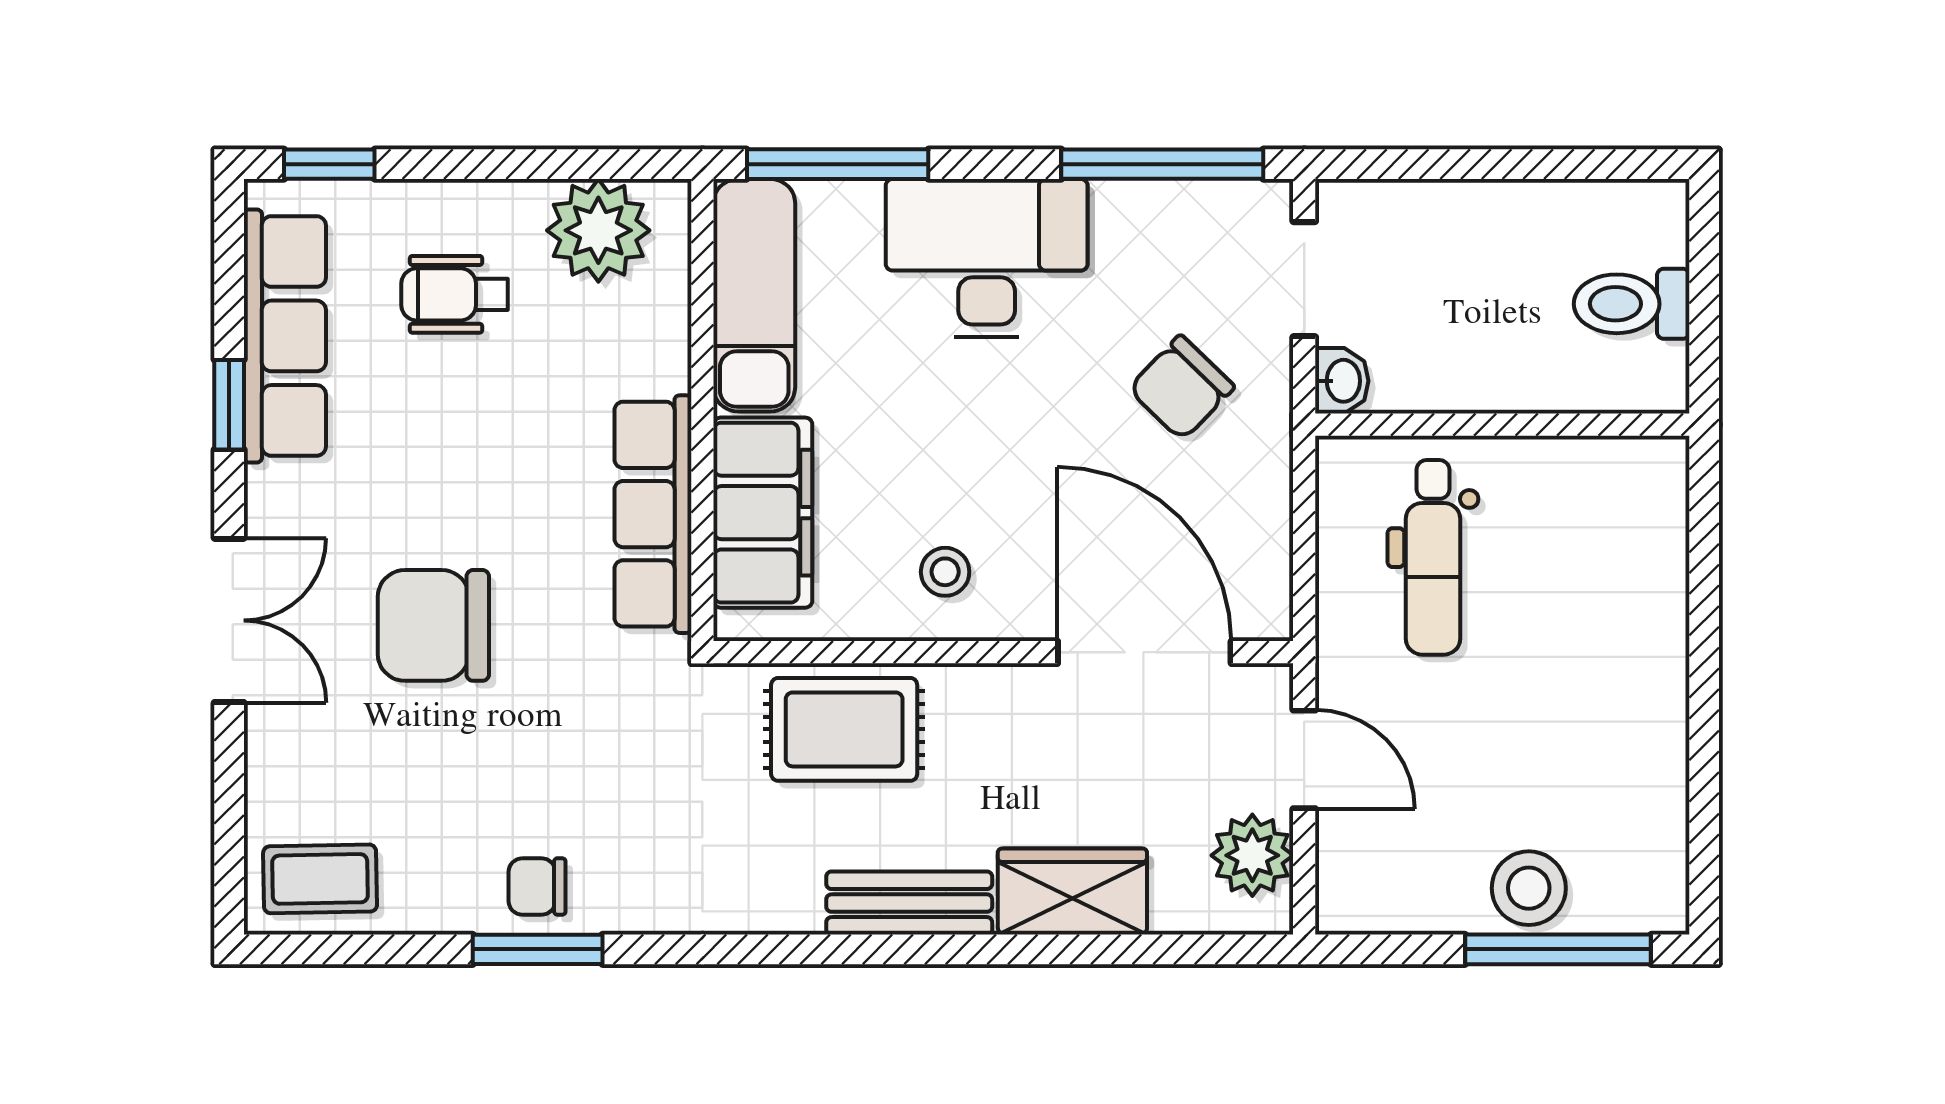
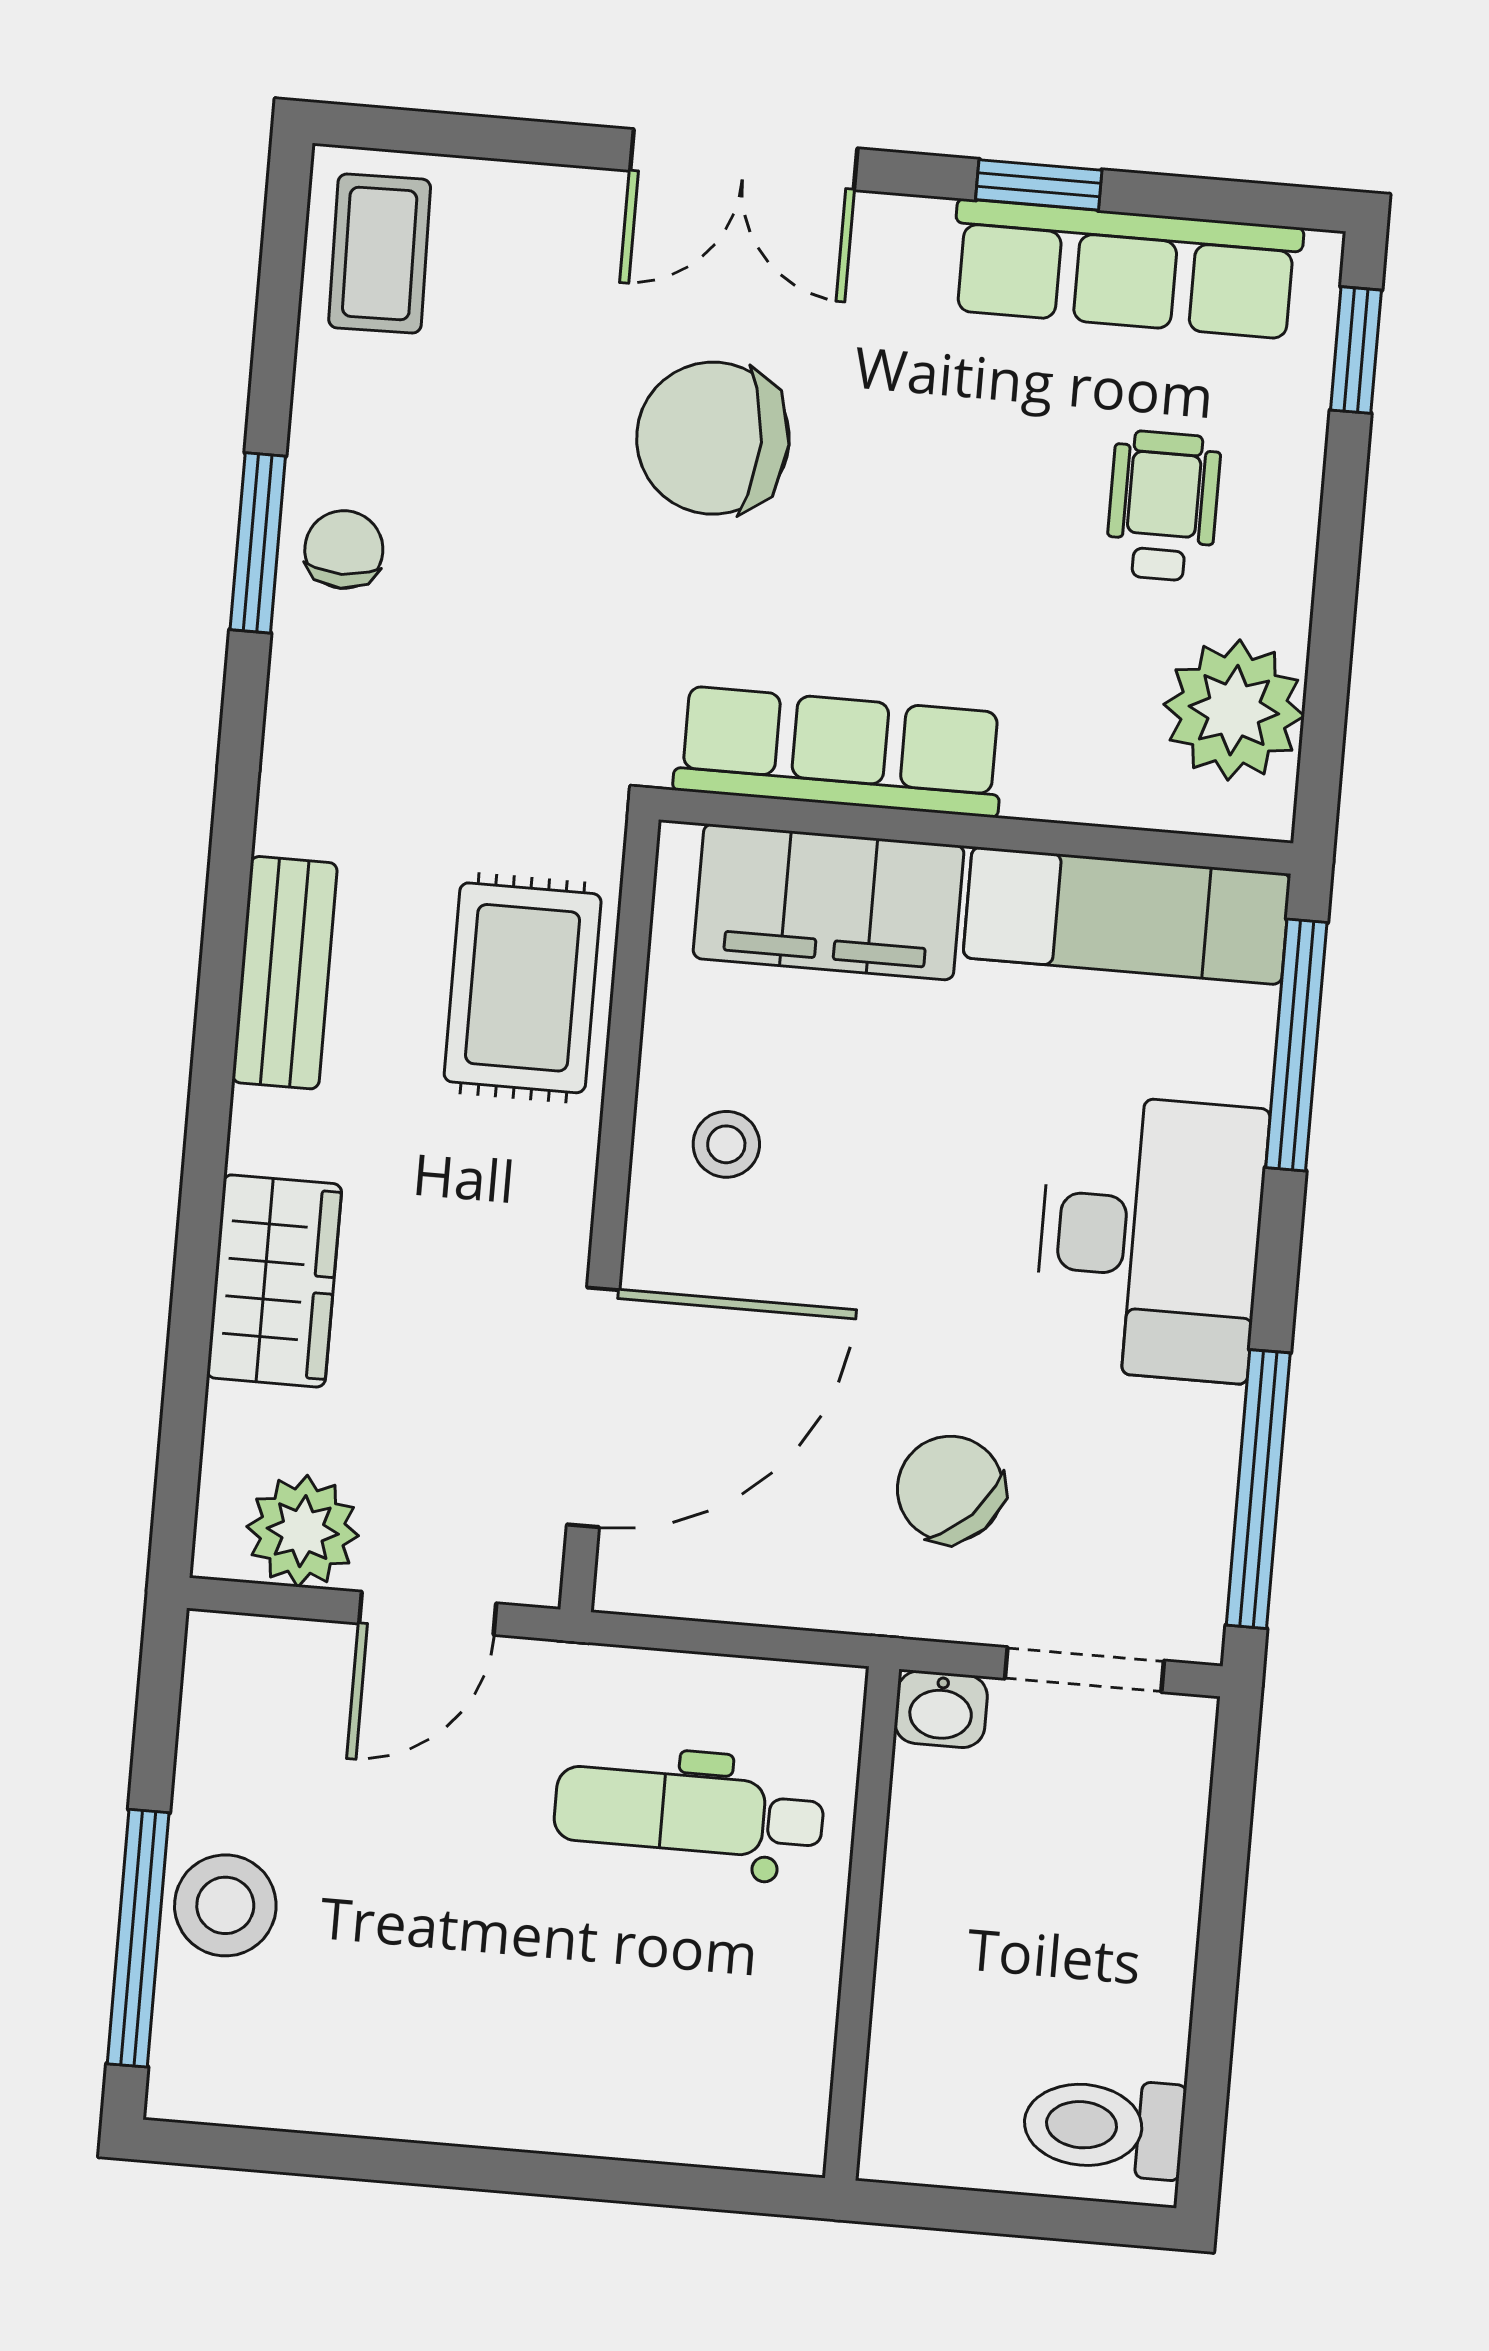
toilet: (1632, 304) -> (1104, 2127), moved, turned -90
chair: (433, 625) -> (713, 438), turned -90
bench: (909, 903) -> (285, 973), moved

